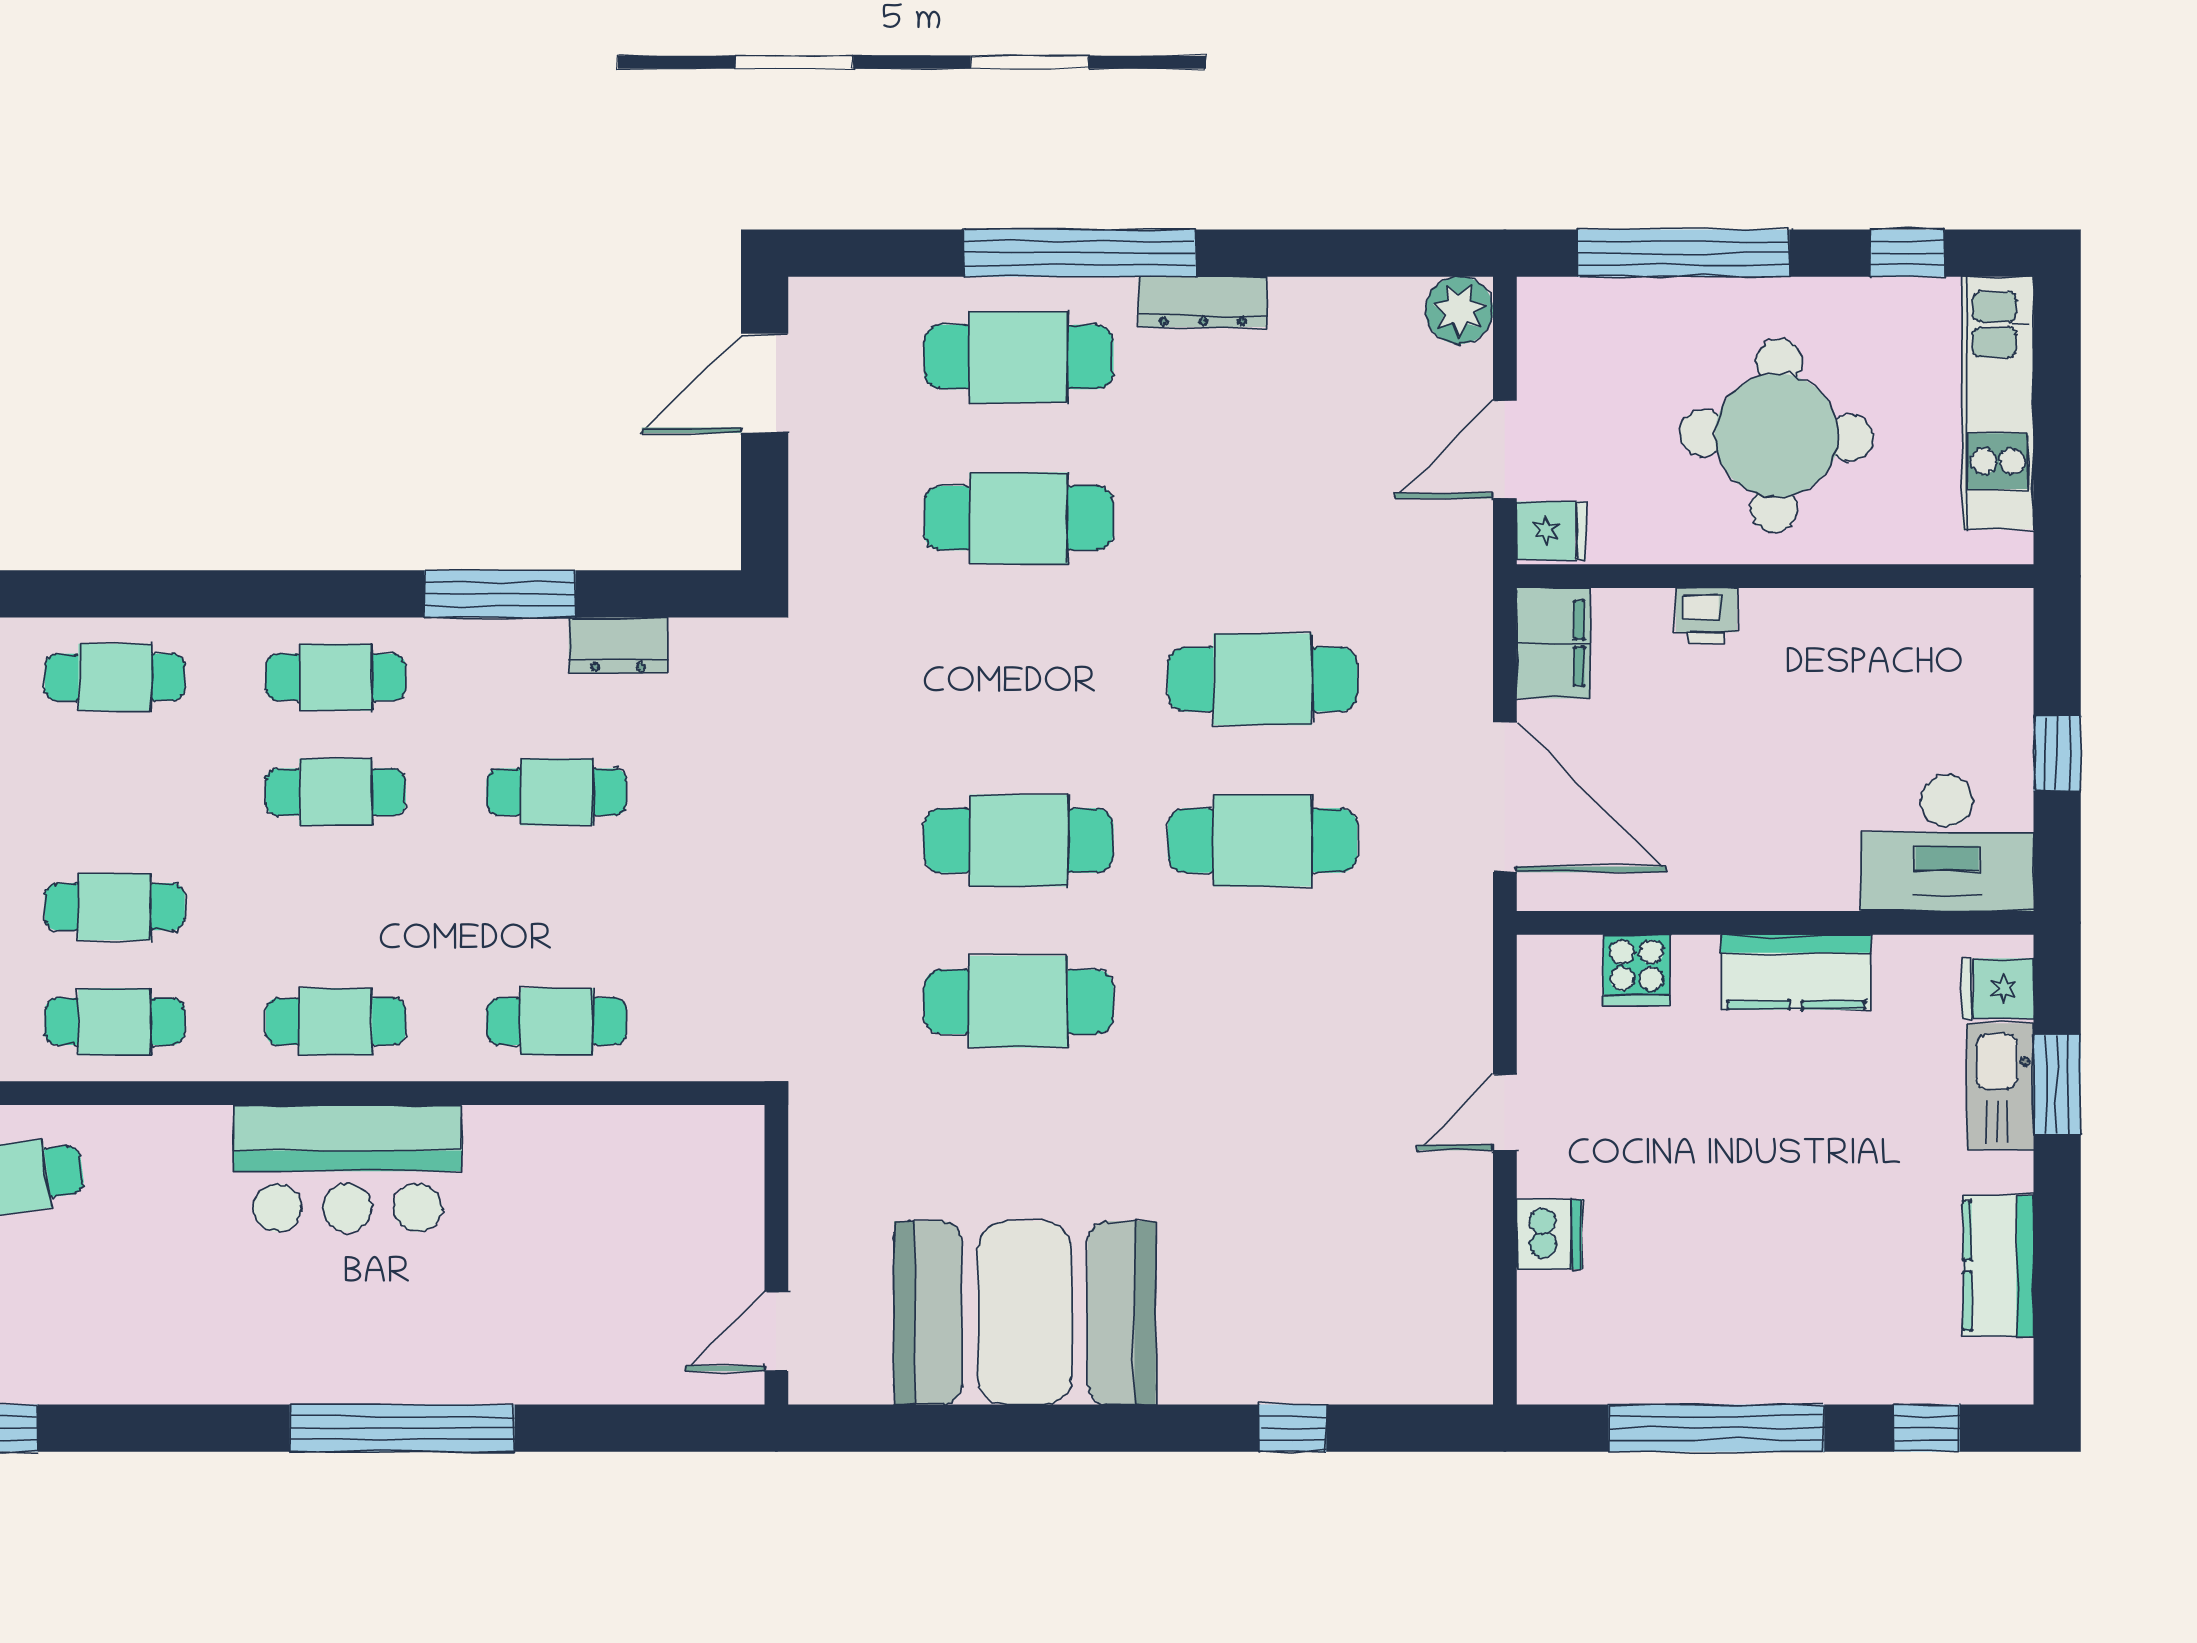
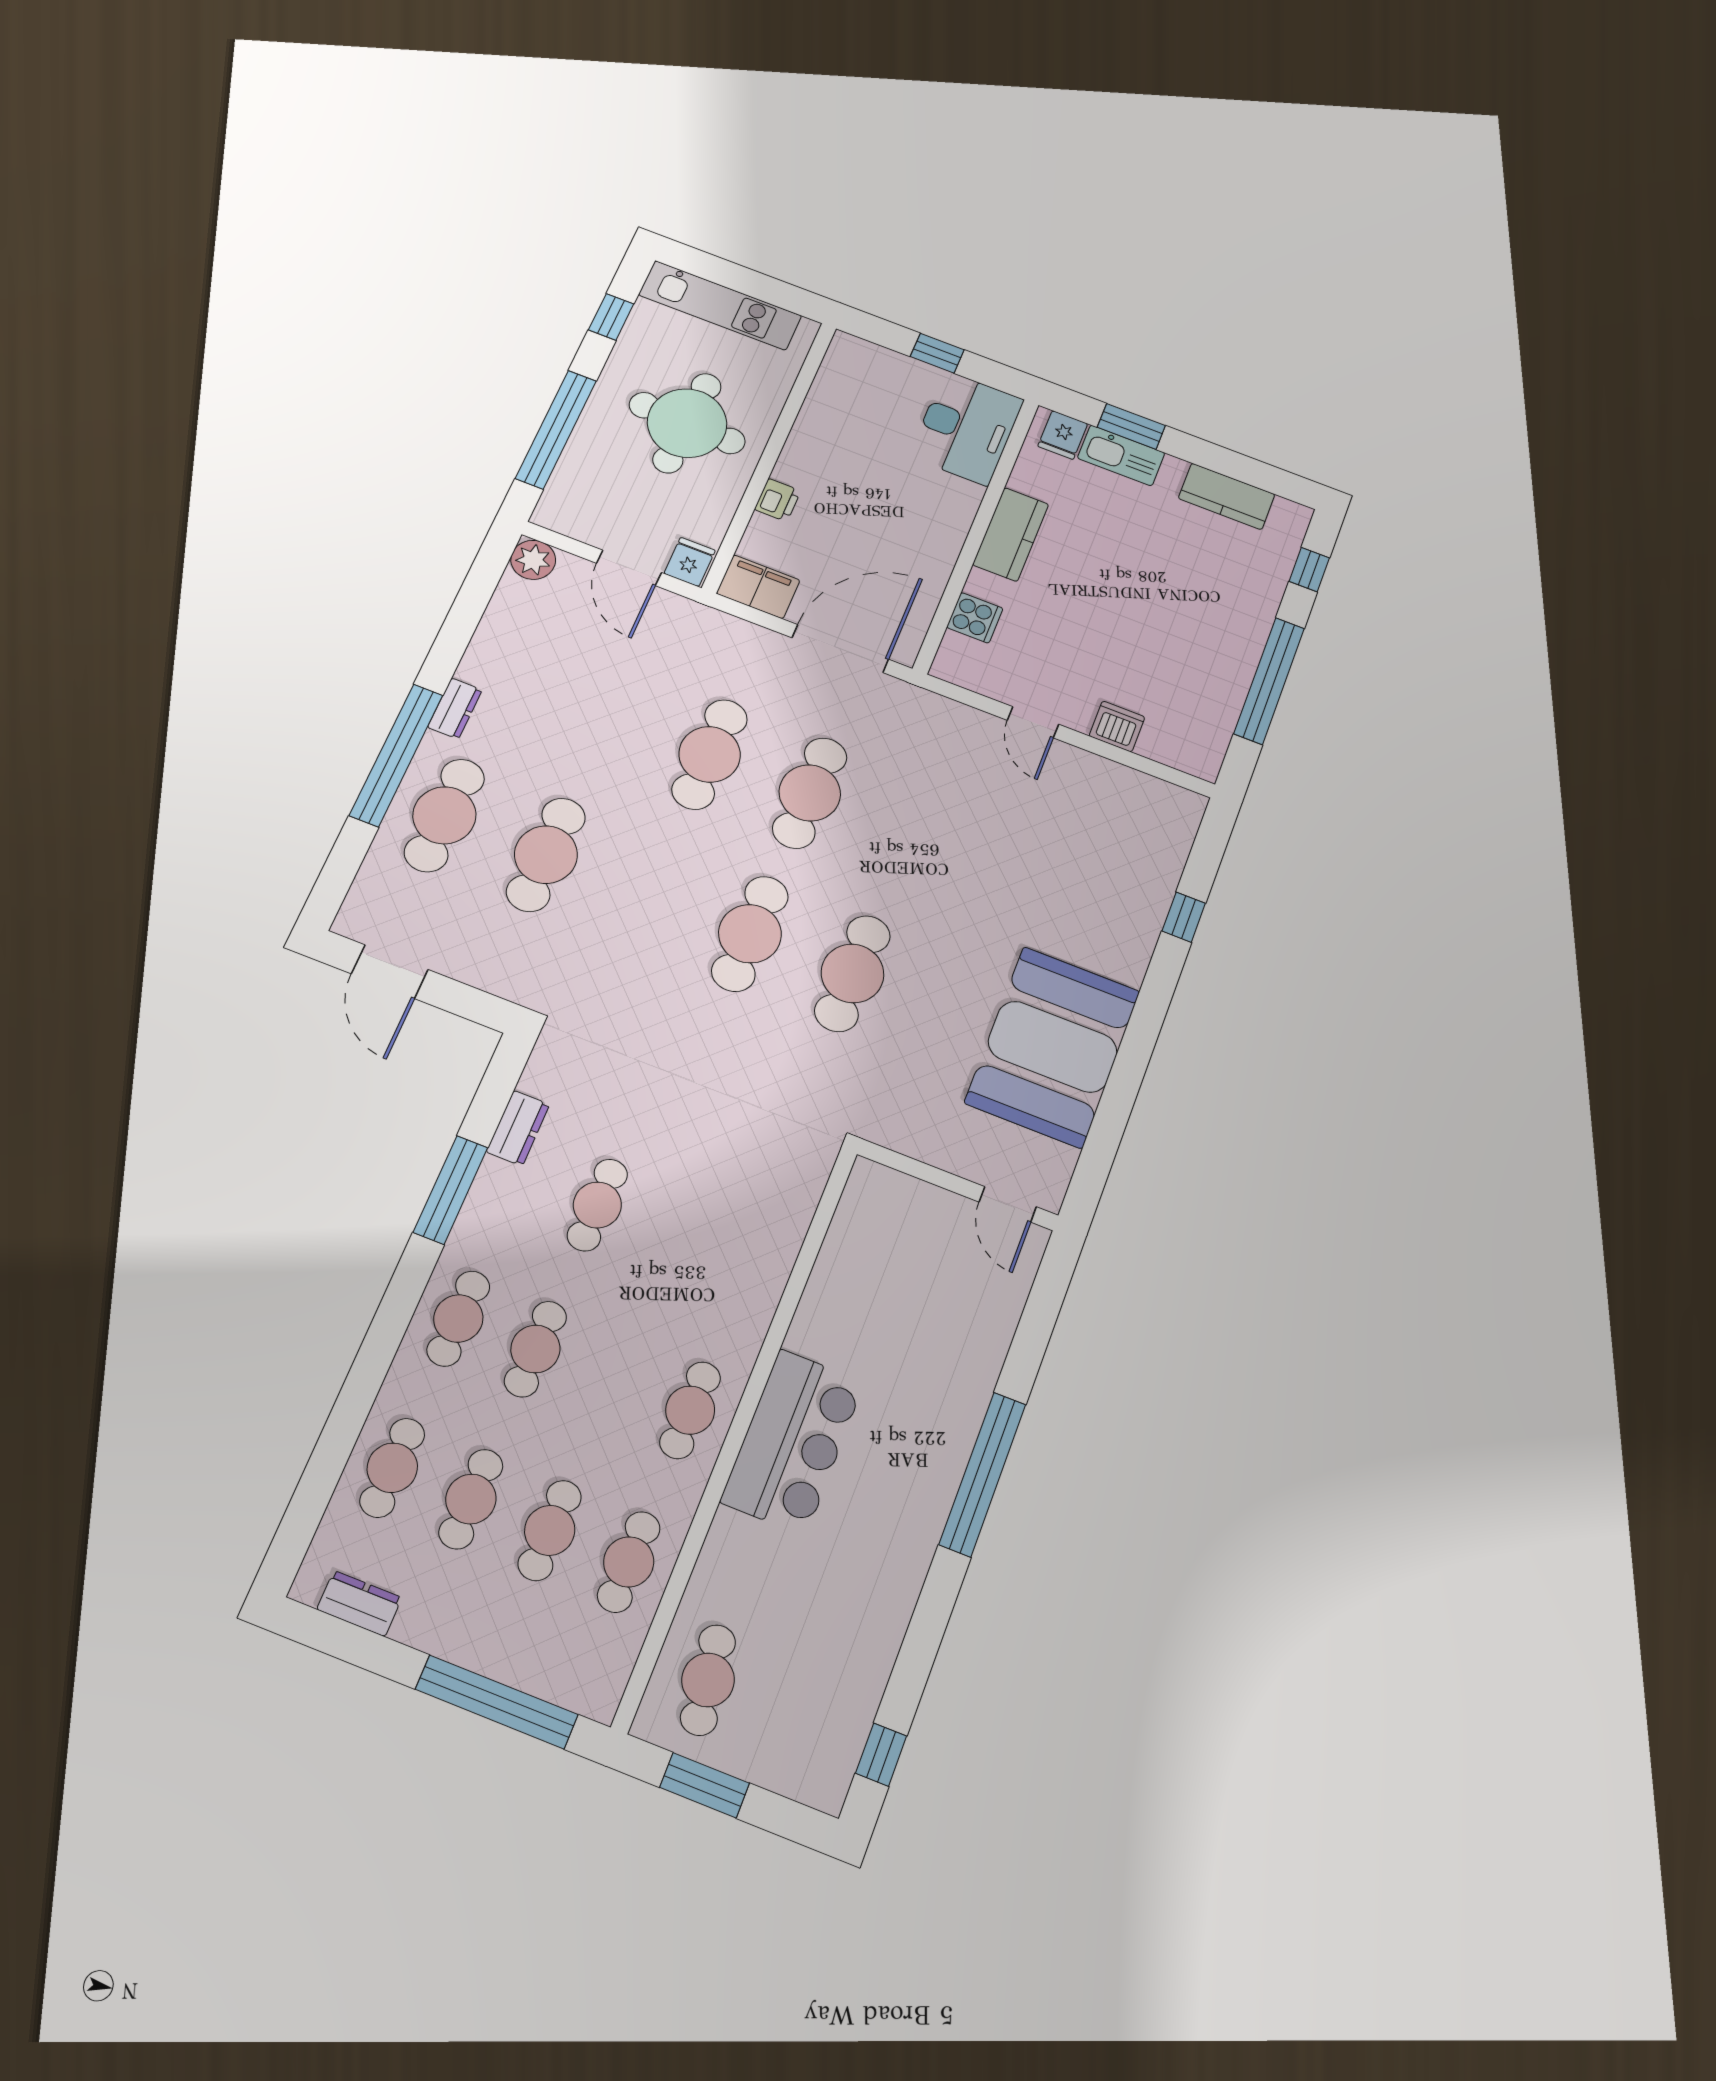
dresser: (1203, 302) -> (455, 709), width x0.70
cafe table: (557, 1022) -> (471, 1499), moved

